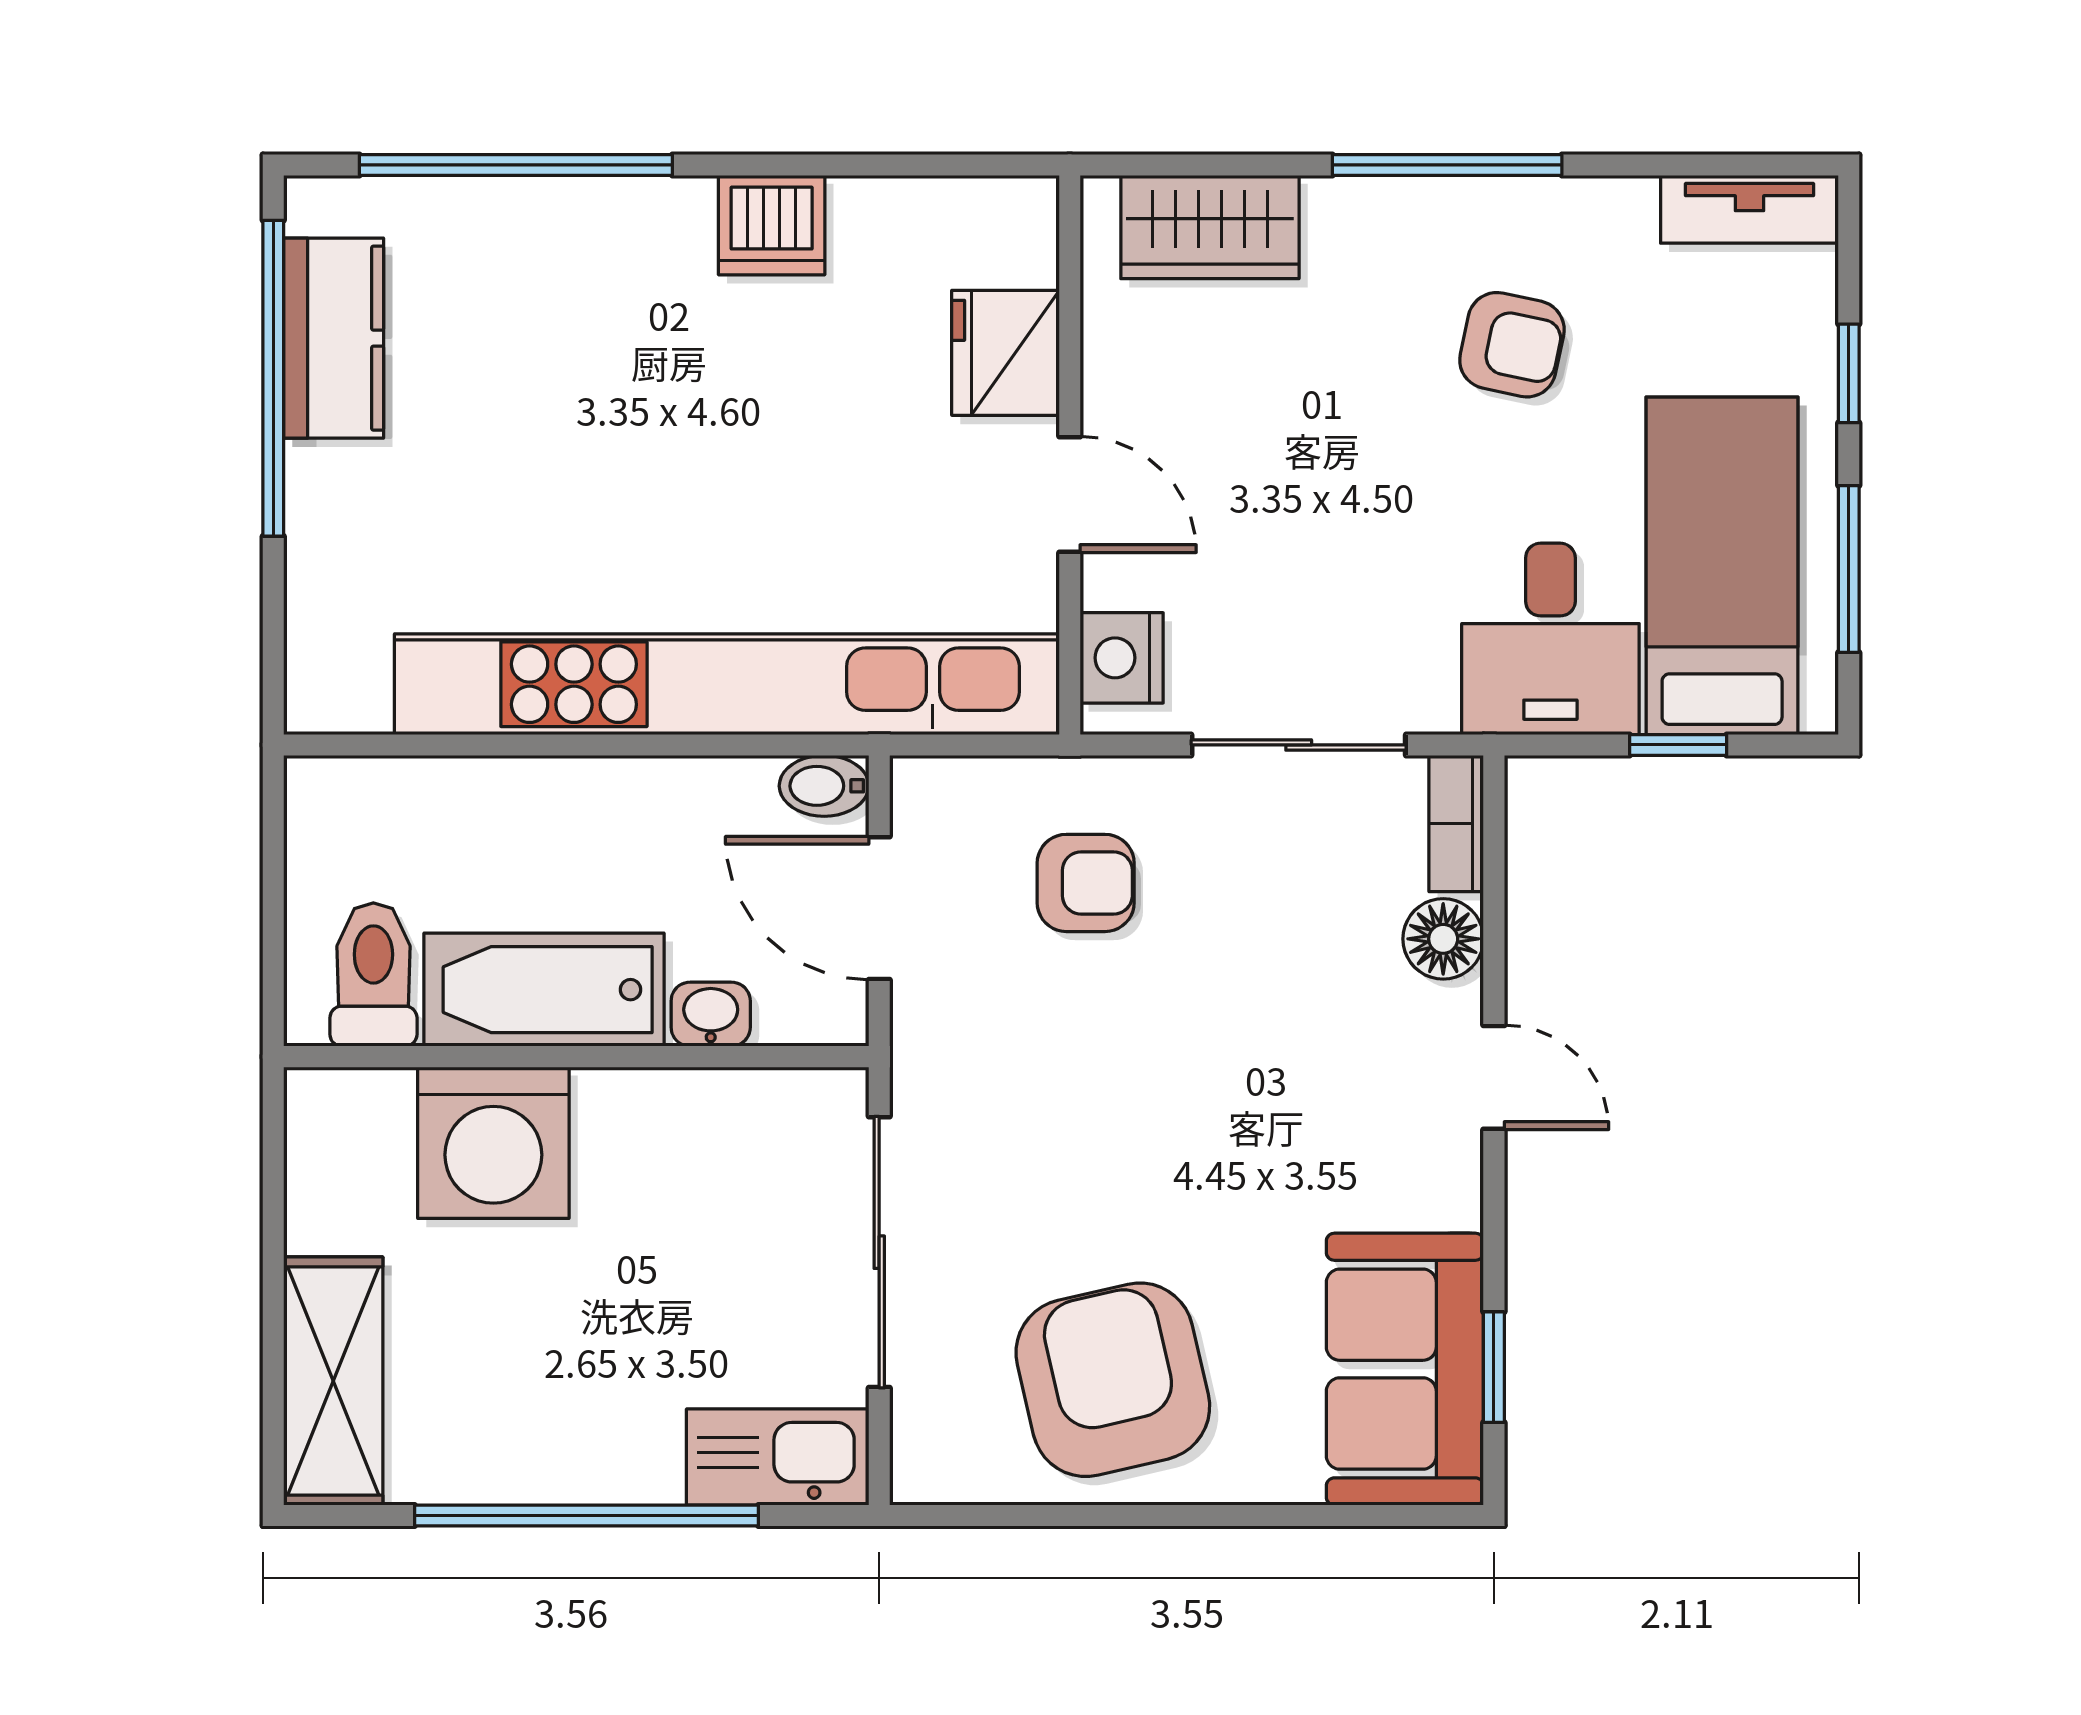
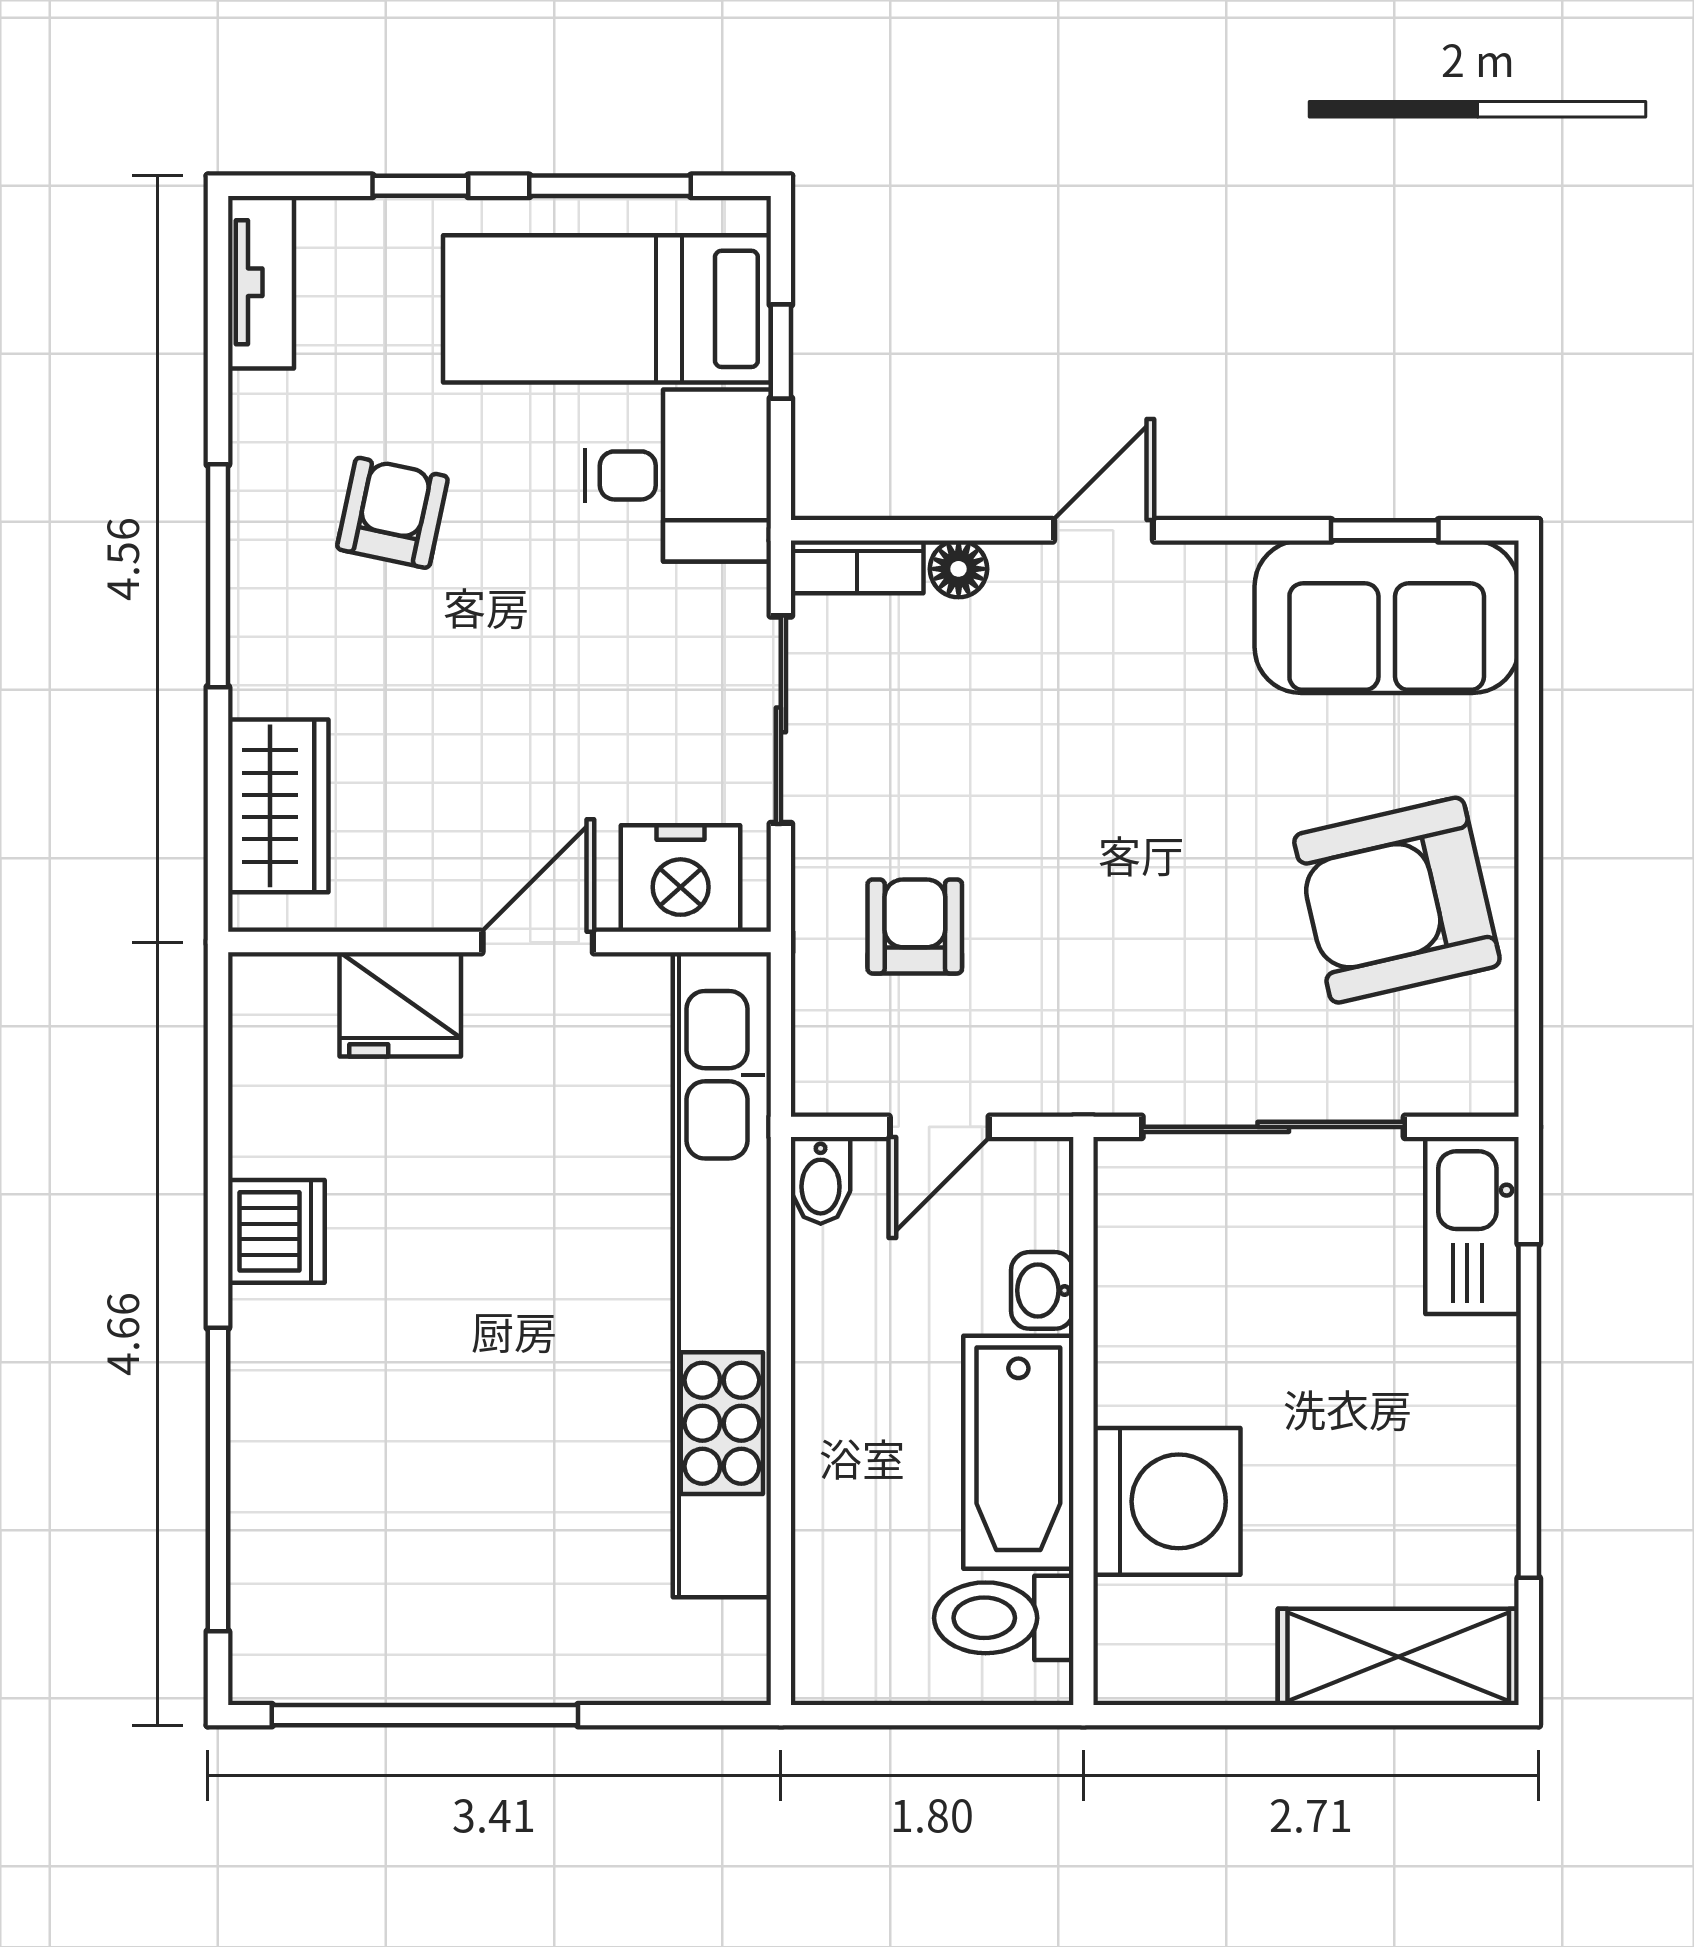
kitchen counter: (334, 338) -> (386, 1656), removed
nightstand: (1122, 658) -> (681, 878), width x1.36, depth x1.33
door: (879, 908) -> (939, 1127), width x0.73
floor lamp: (1443, 939) -> (959, 569), width x0.73, depth x0.73

